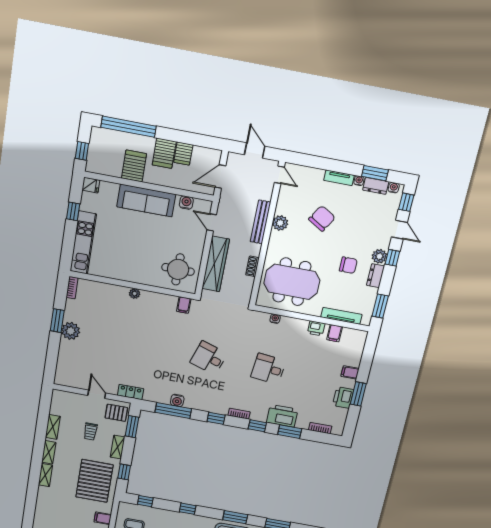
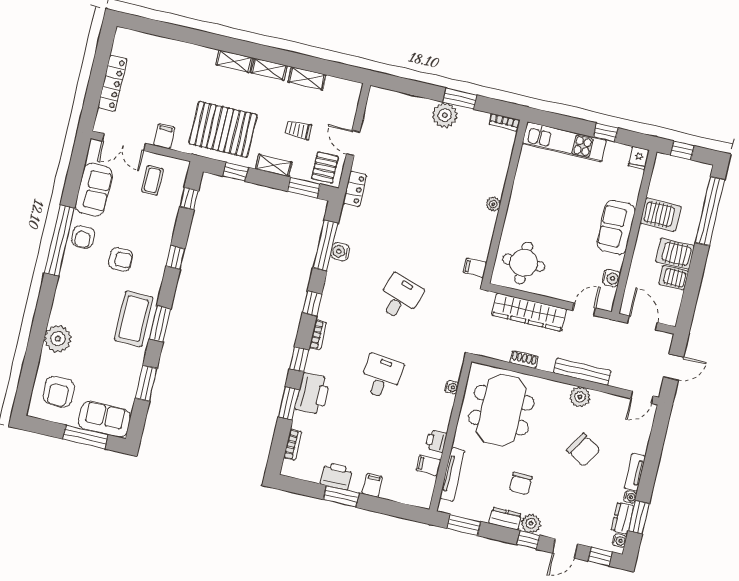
sofa: (146, 200) -> (616, 227), width x0.73
door: (97, 394) -> (353, 143), swing flipped

